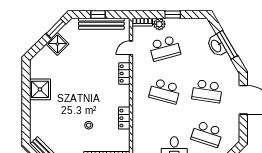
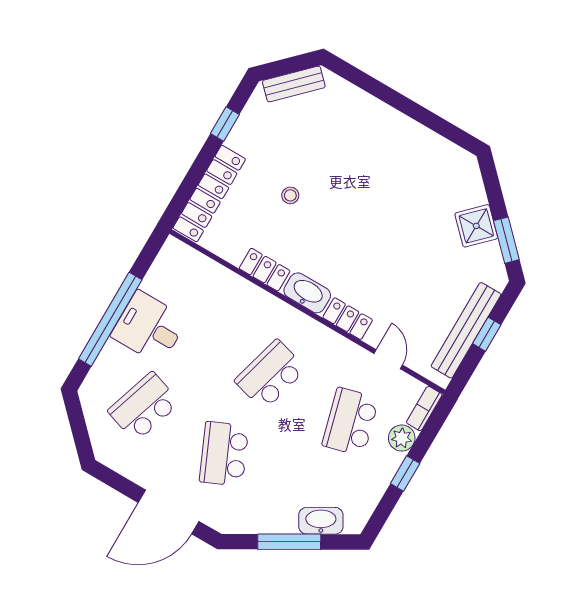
washbasin: (216, 46) -> (321, 521), moved
shower: (40, 89) -> (411, 144), removed
school desk: (207, 91) -> (224, 454), turned -33
washbasin: (124, 96) -> (307, 293), added

